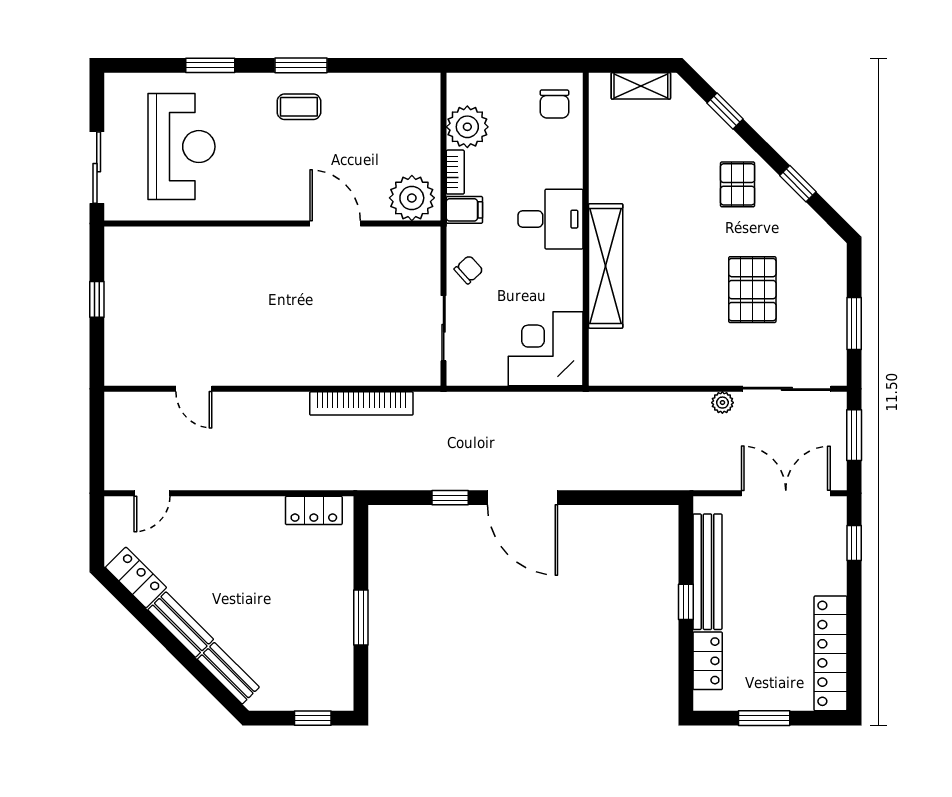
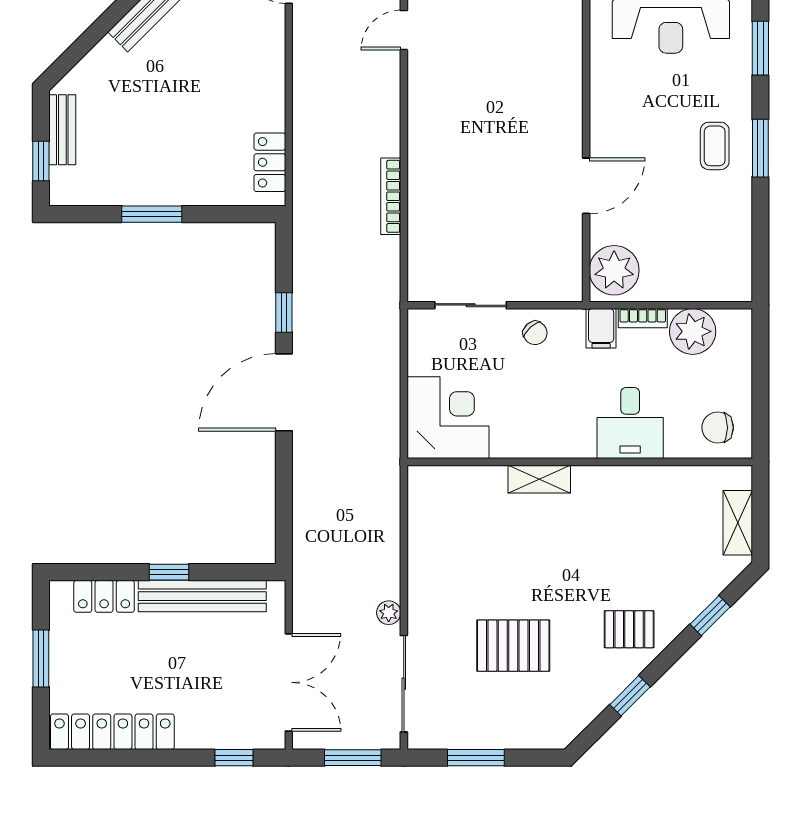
desk: (550, 219) -> (630, 423), moved
shelving: (606, 266) -> (539, 479), width x0.45, depth x0.75
bookcase: (361, 403) -> (391, 196), width x0.68, depth x0.76
bench: (228, 673) -> (62, 130), moved, turned -45

